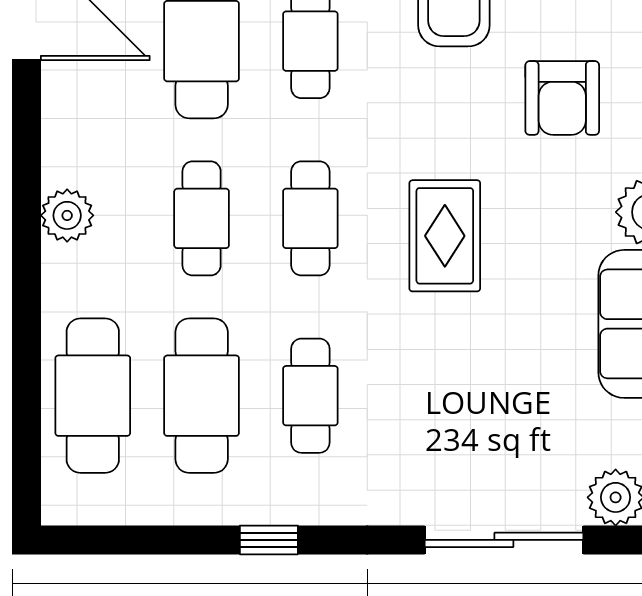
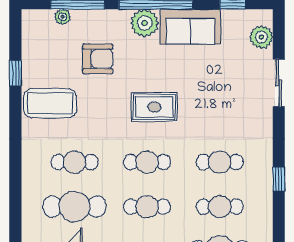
cafe table: (202, 396) -> (220, 207), width x0.73, depth x0.74
sliding door: (504, 540) -> (279, 83), width x0.73

